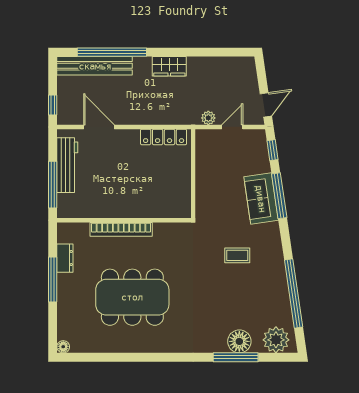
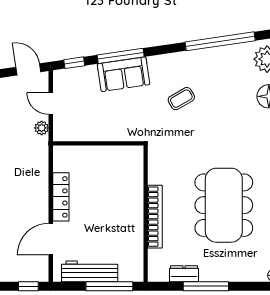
locker: (164, 137) -> (61, 197), moved
coffee table: (237, 255) -> (181, 99), turned 60

